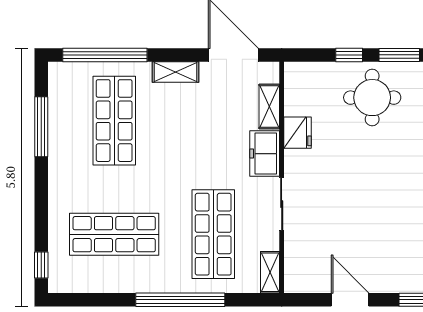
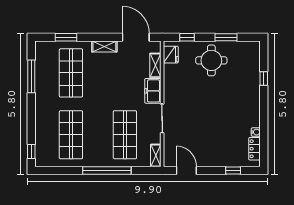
window: (105, 55) -> (66, 37), width x0.47
window: (349, 55) -> (187, 37), moved
fridge: (297, 133) -> (171, 55), moved
shop shelf: (114, 234) -> (71, 135), turned 90
door: (350, 300) -> (186, 170), moved

